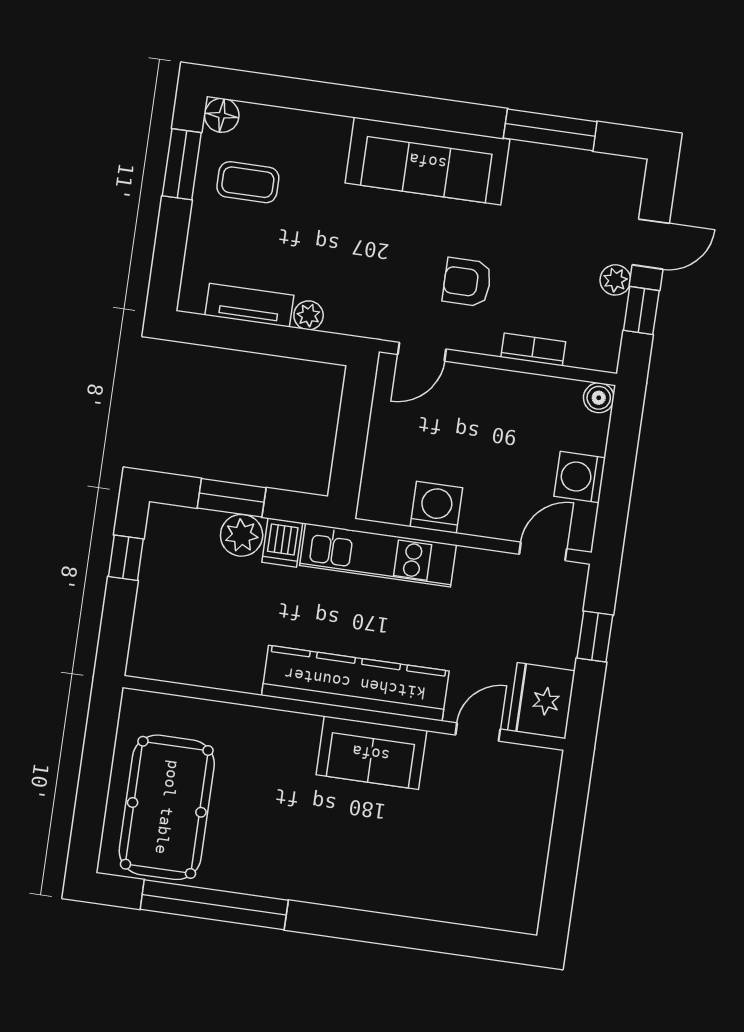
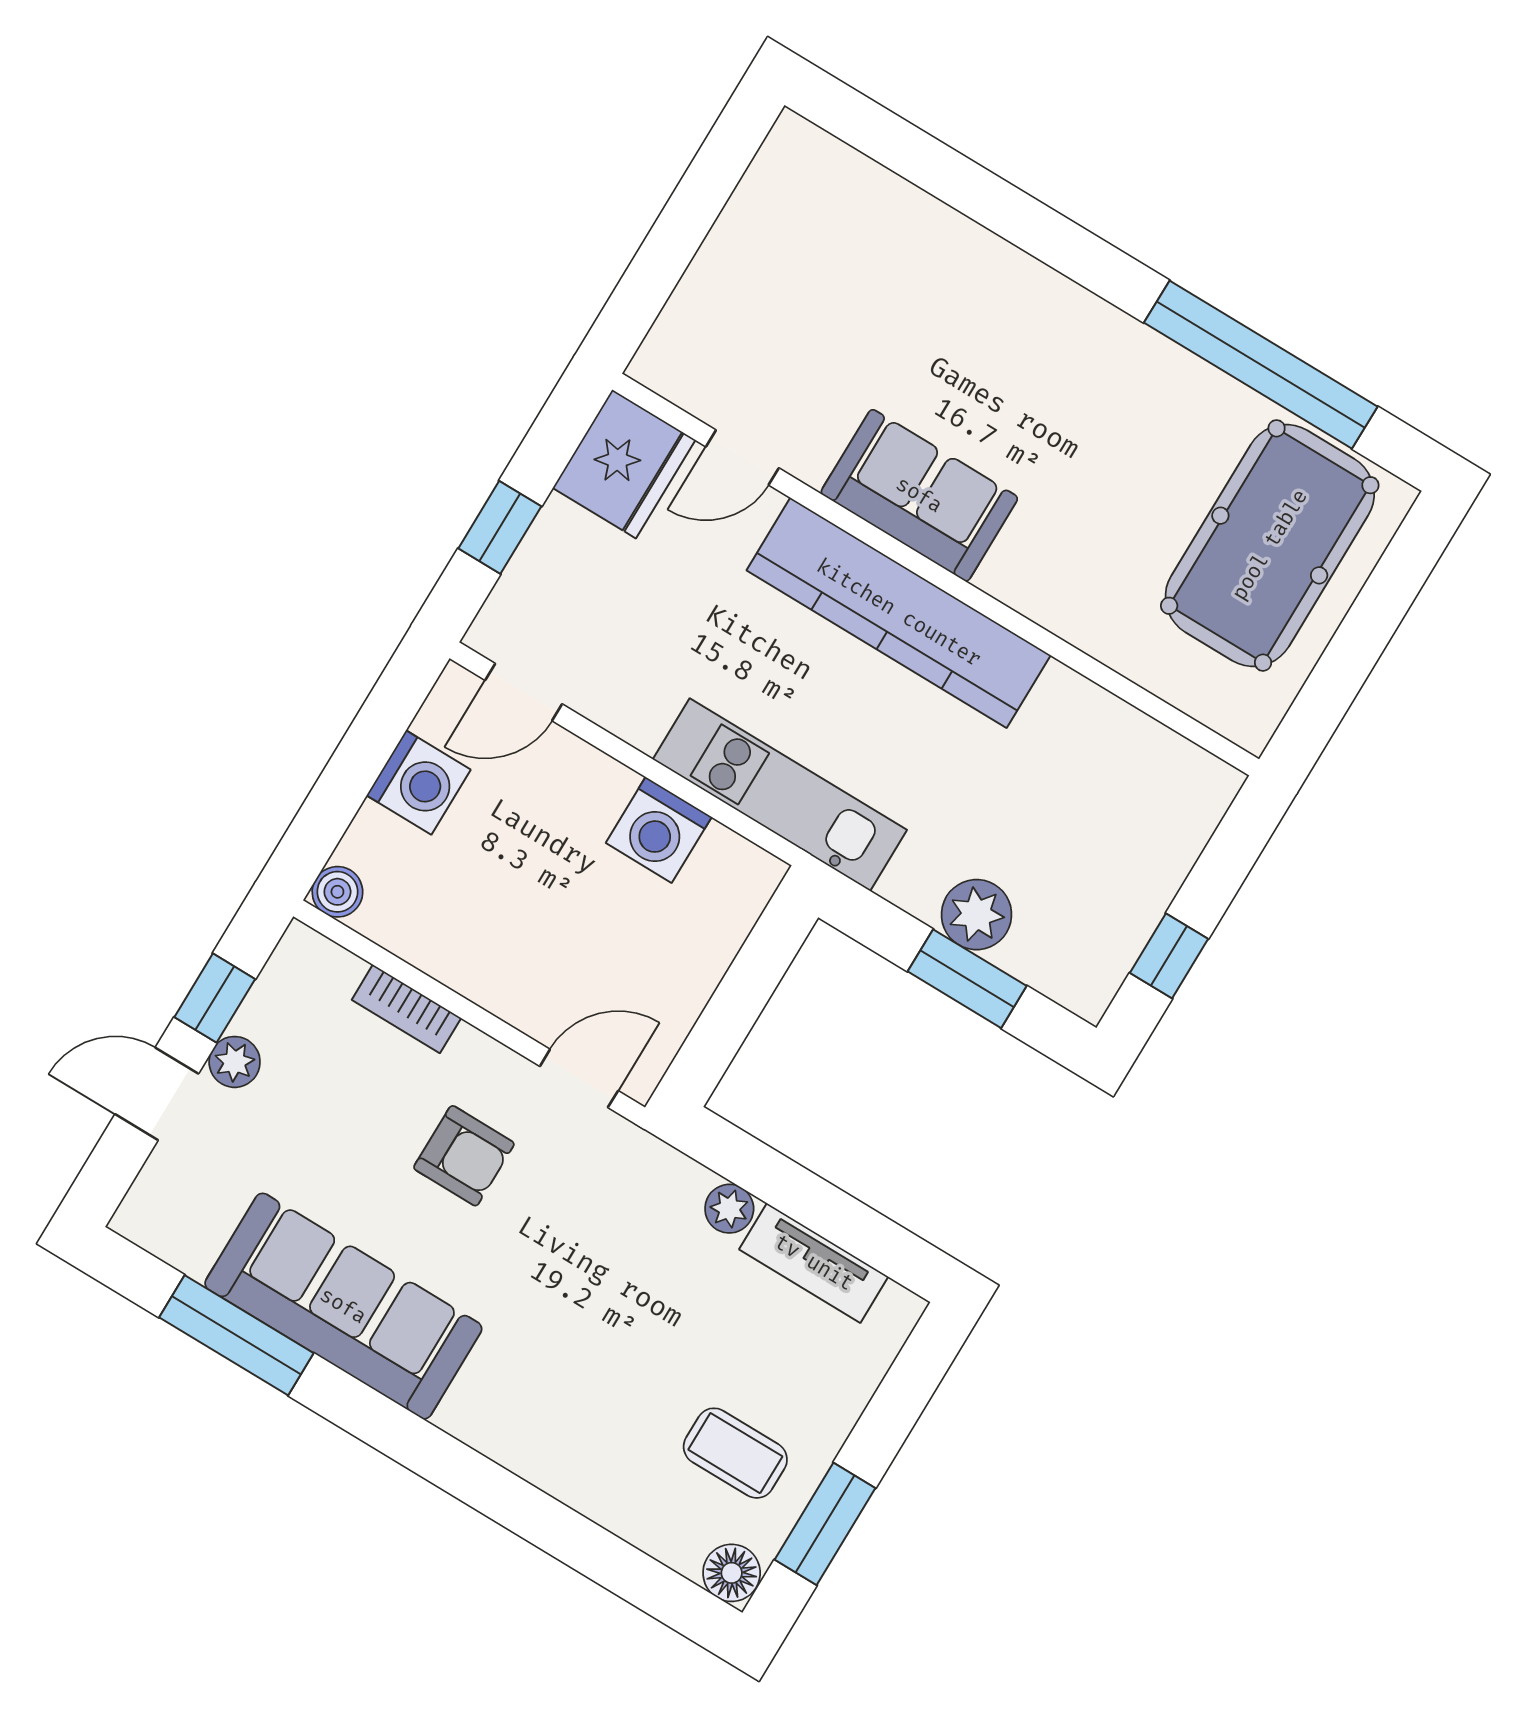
sofa: (428, 161) -> (343, 1306), moved
dishwasher: (282, 543) -> (919, 877), removed

